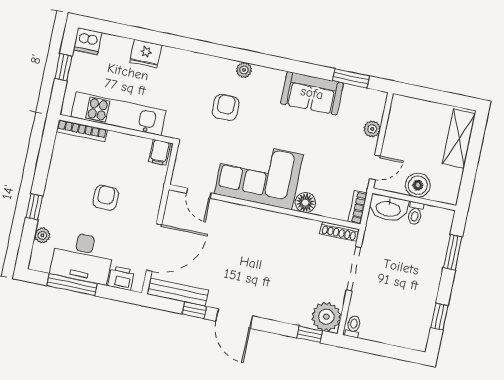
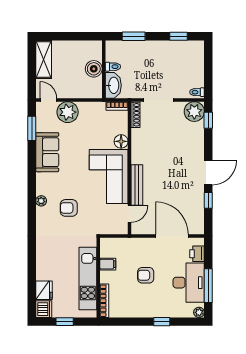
fridge: (146, 54) -> (44, 290), moved
plant: (372, 129) -> (68, 112), width x1.87, depth x1.87
shelving: (459, 139) -> (44, 59), moved, turned 90
filing cabinet: (160, 152) -> (108, 264), moved
door: (375, 167) -> (48, 100), moved
plant: (42, 235) -> (199, 312), moved
bench: (178, 292) -> (137, 185), moved

